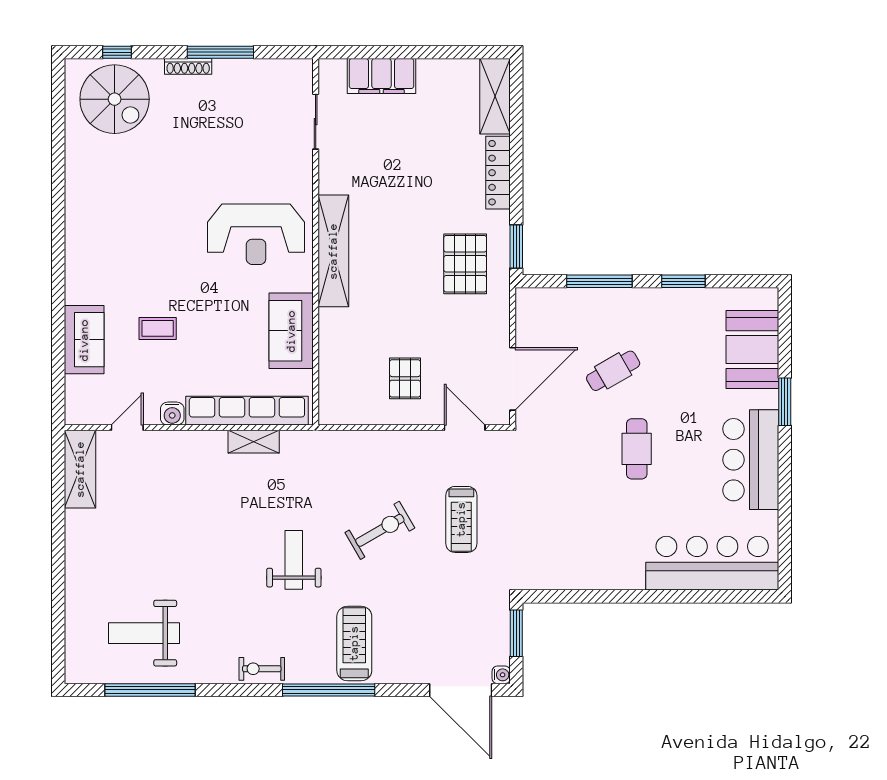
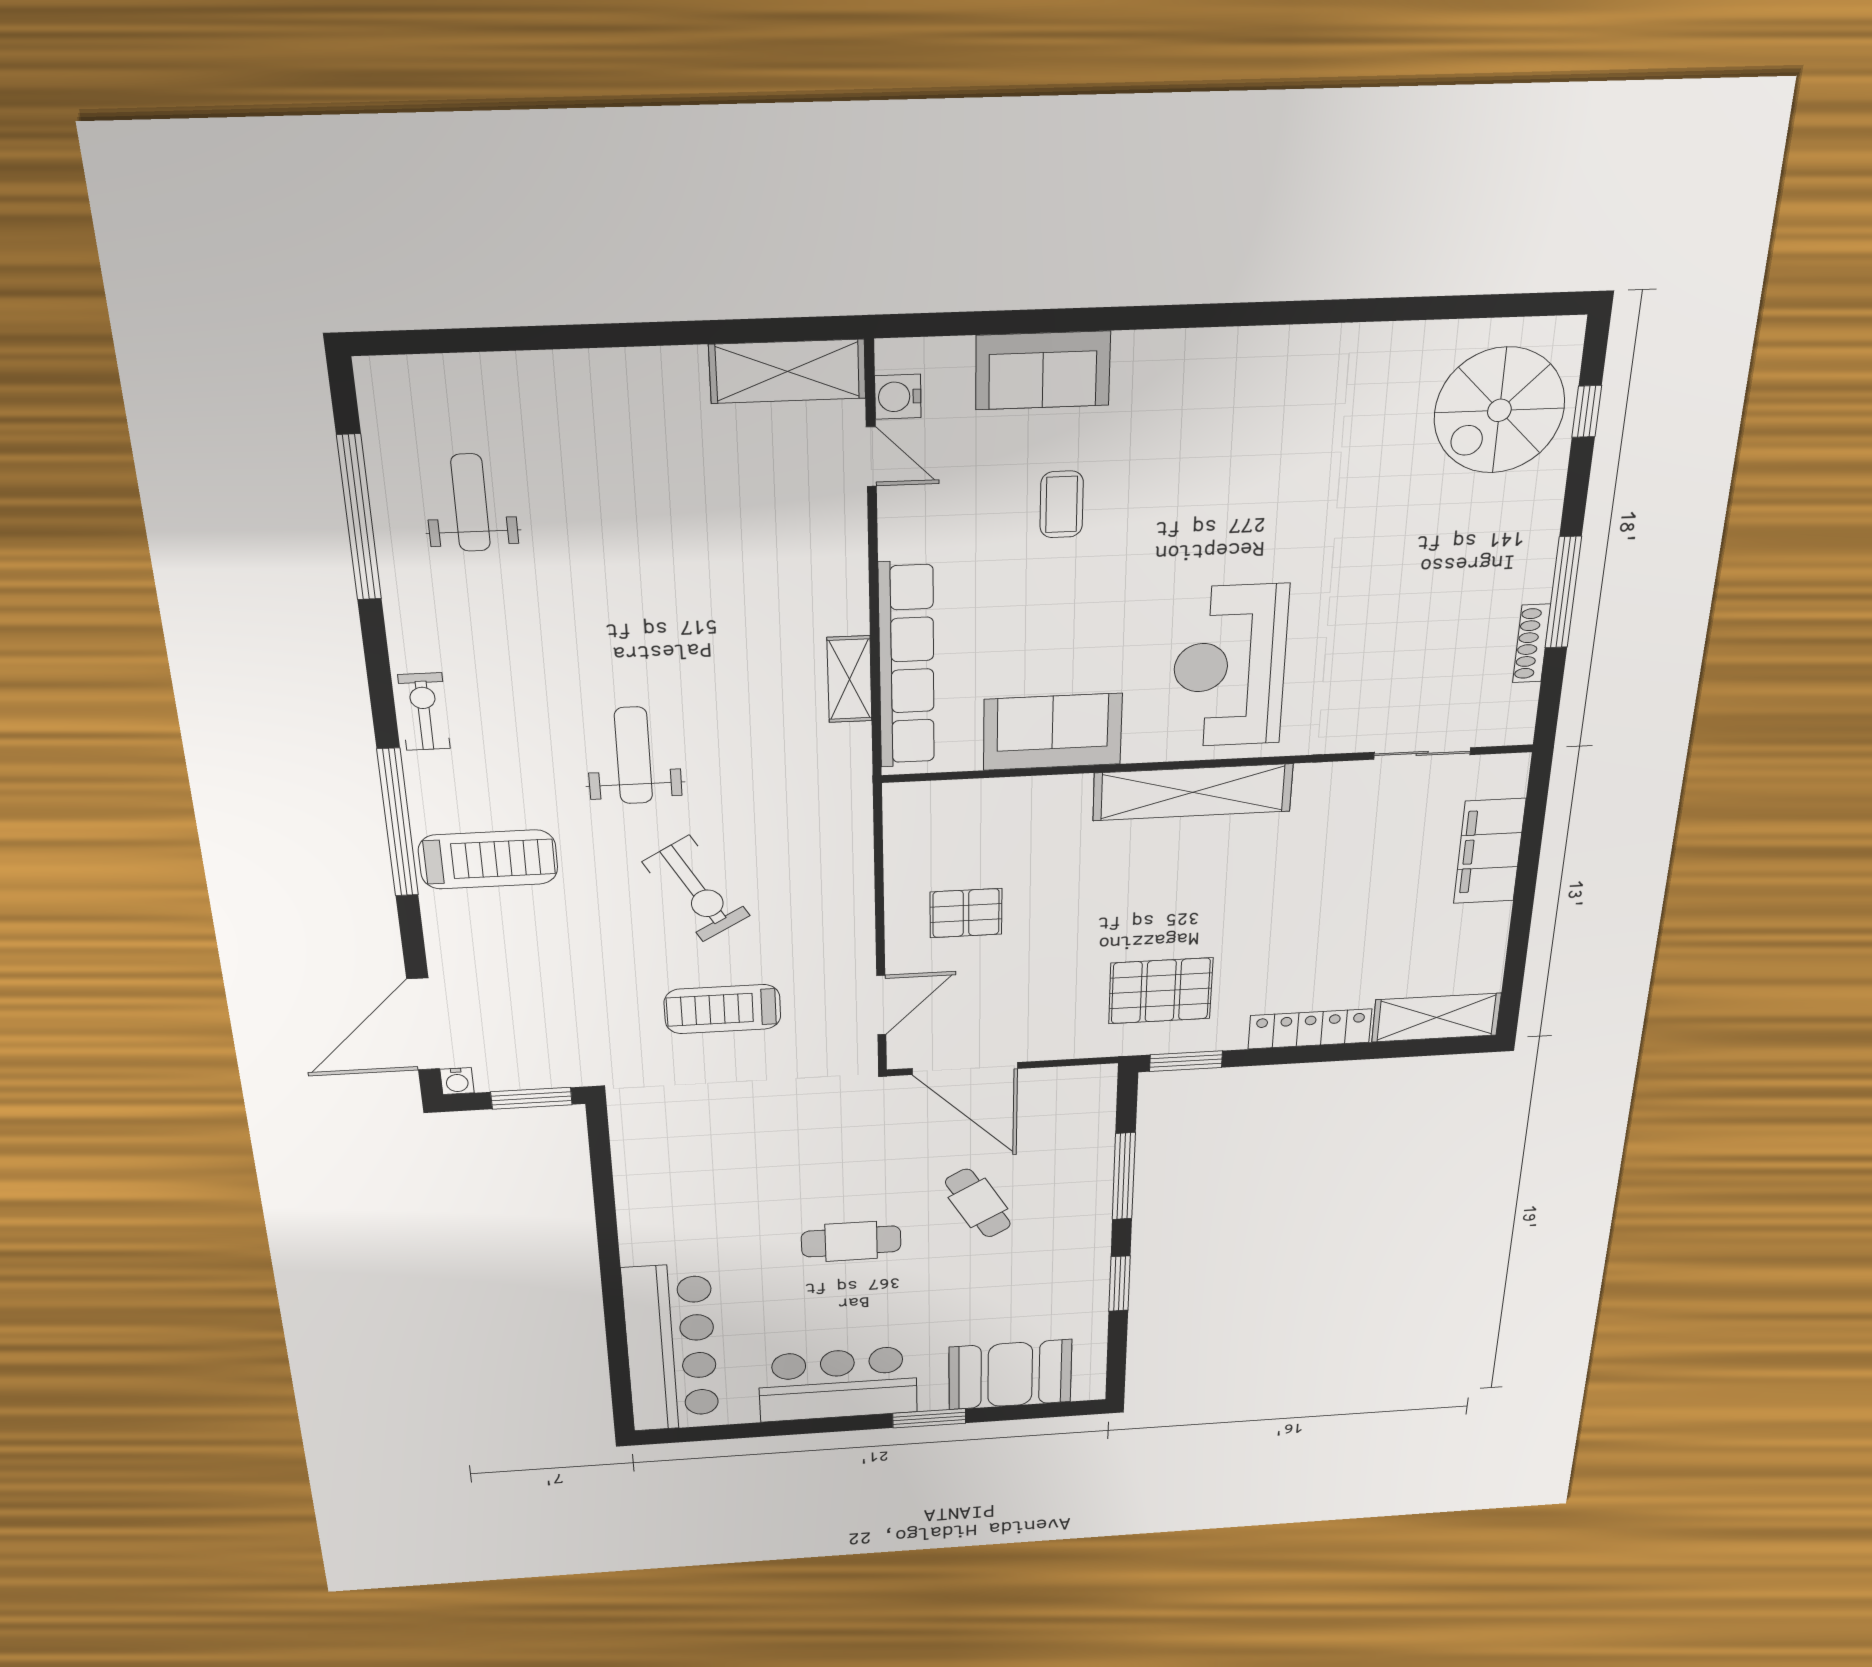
shoe rack: (188, 66) -> (1532, 643), moved
water cooler: (172, 414) -> (898, 397), moved
weight bench: (294, 560) -> (633, 755), turned -90
weight bench: (144, 633) -> (471, 503), width x0.73, depth x0.75

